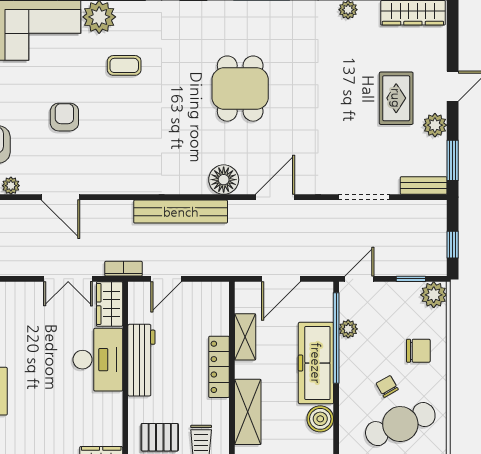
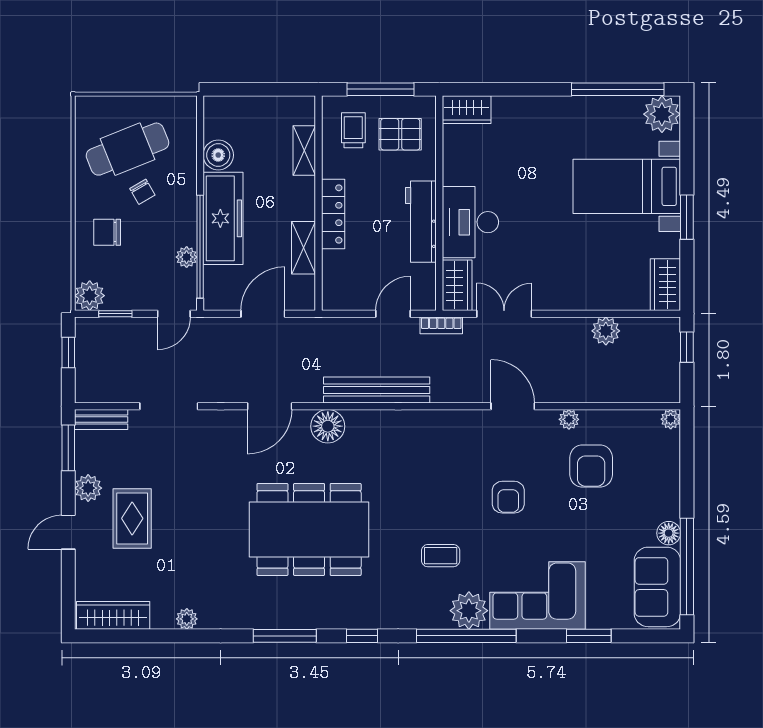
dining table: (240, 89) -> (309, 529), width x1.88, depth x1.24
shelving: (248, 412) -> (304, 150), width x0.67, depth x0.75

